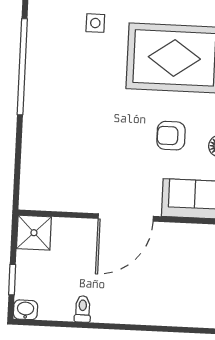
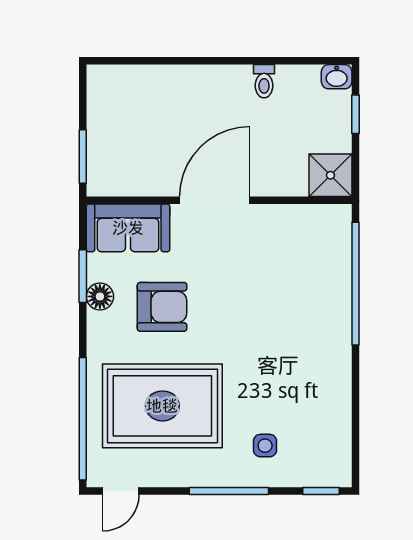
window: (22, 67) -> (355, 284), moved
armchair: (171, 136) -> (162, 307), width x1.38, depth x1.38

